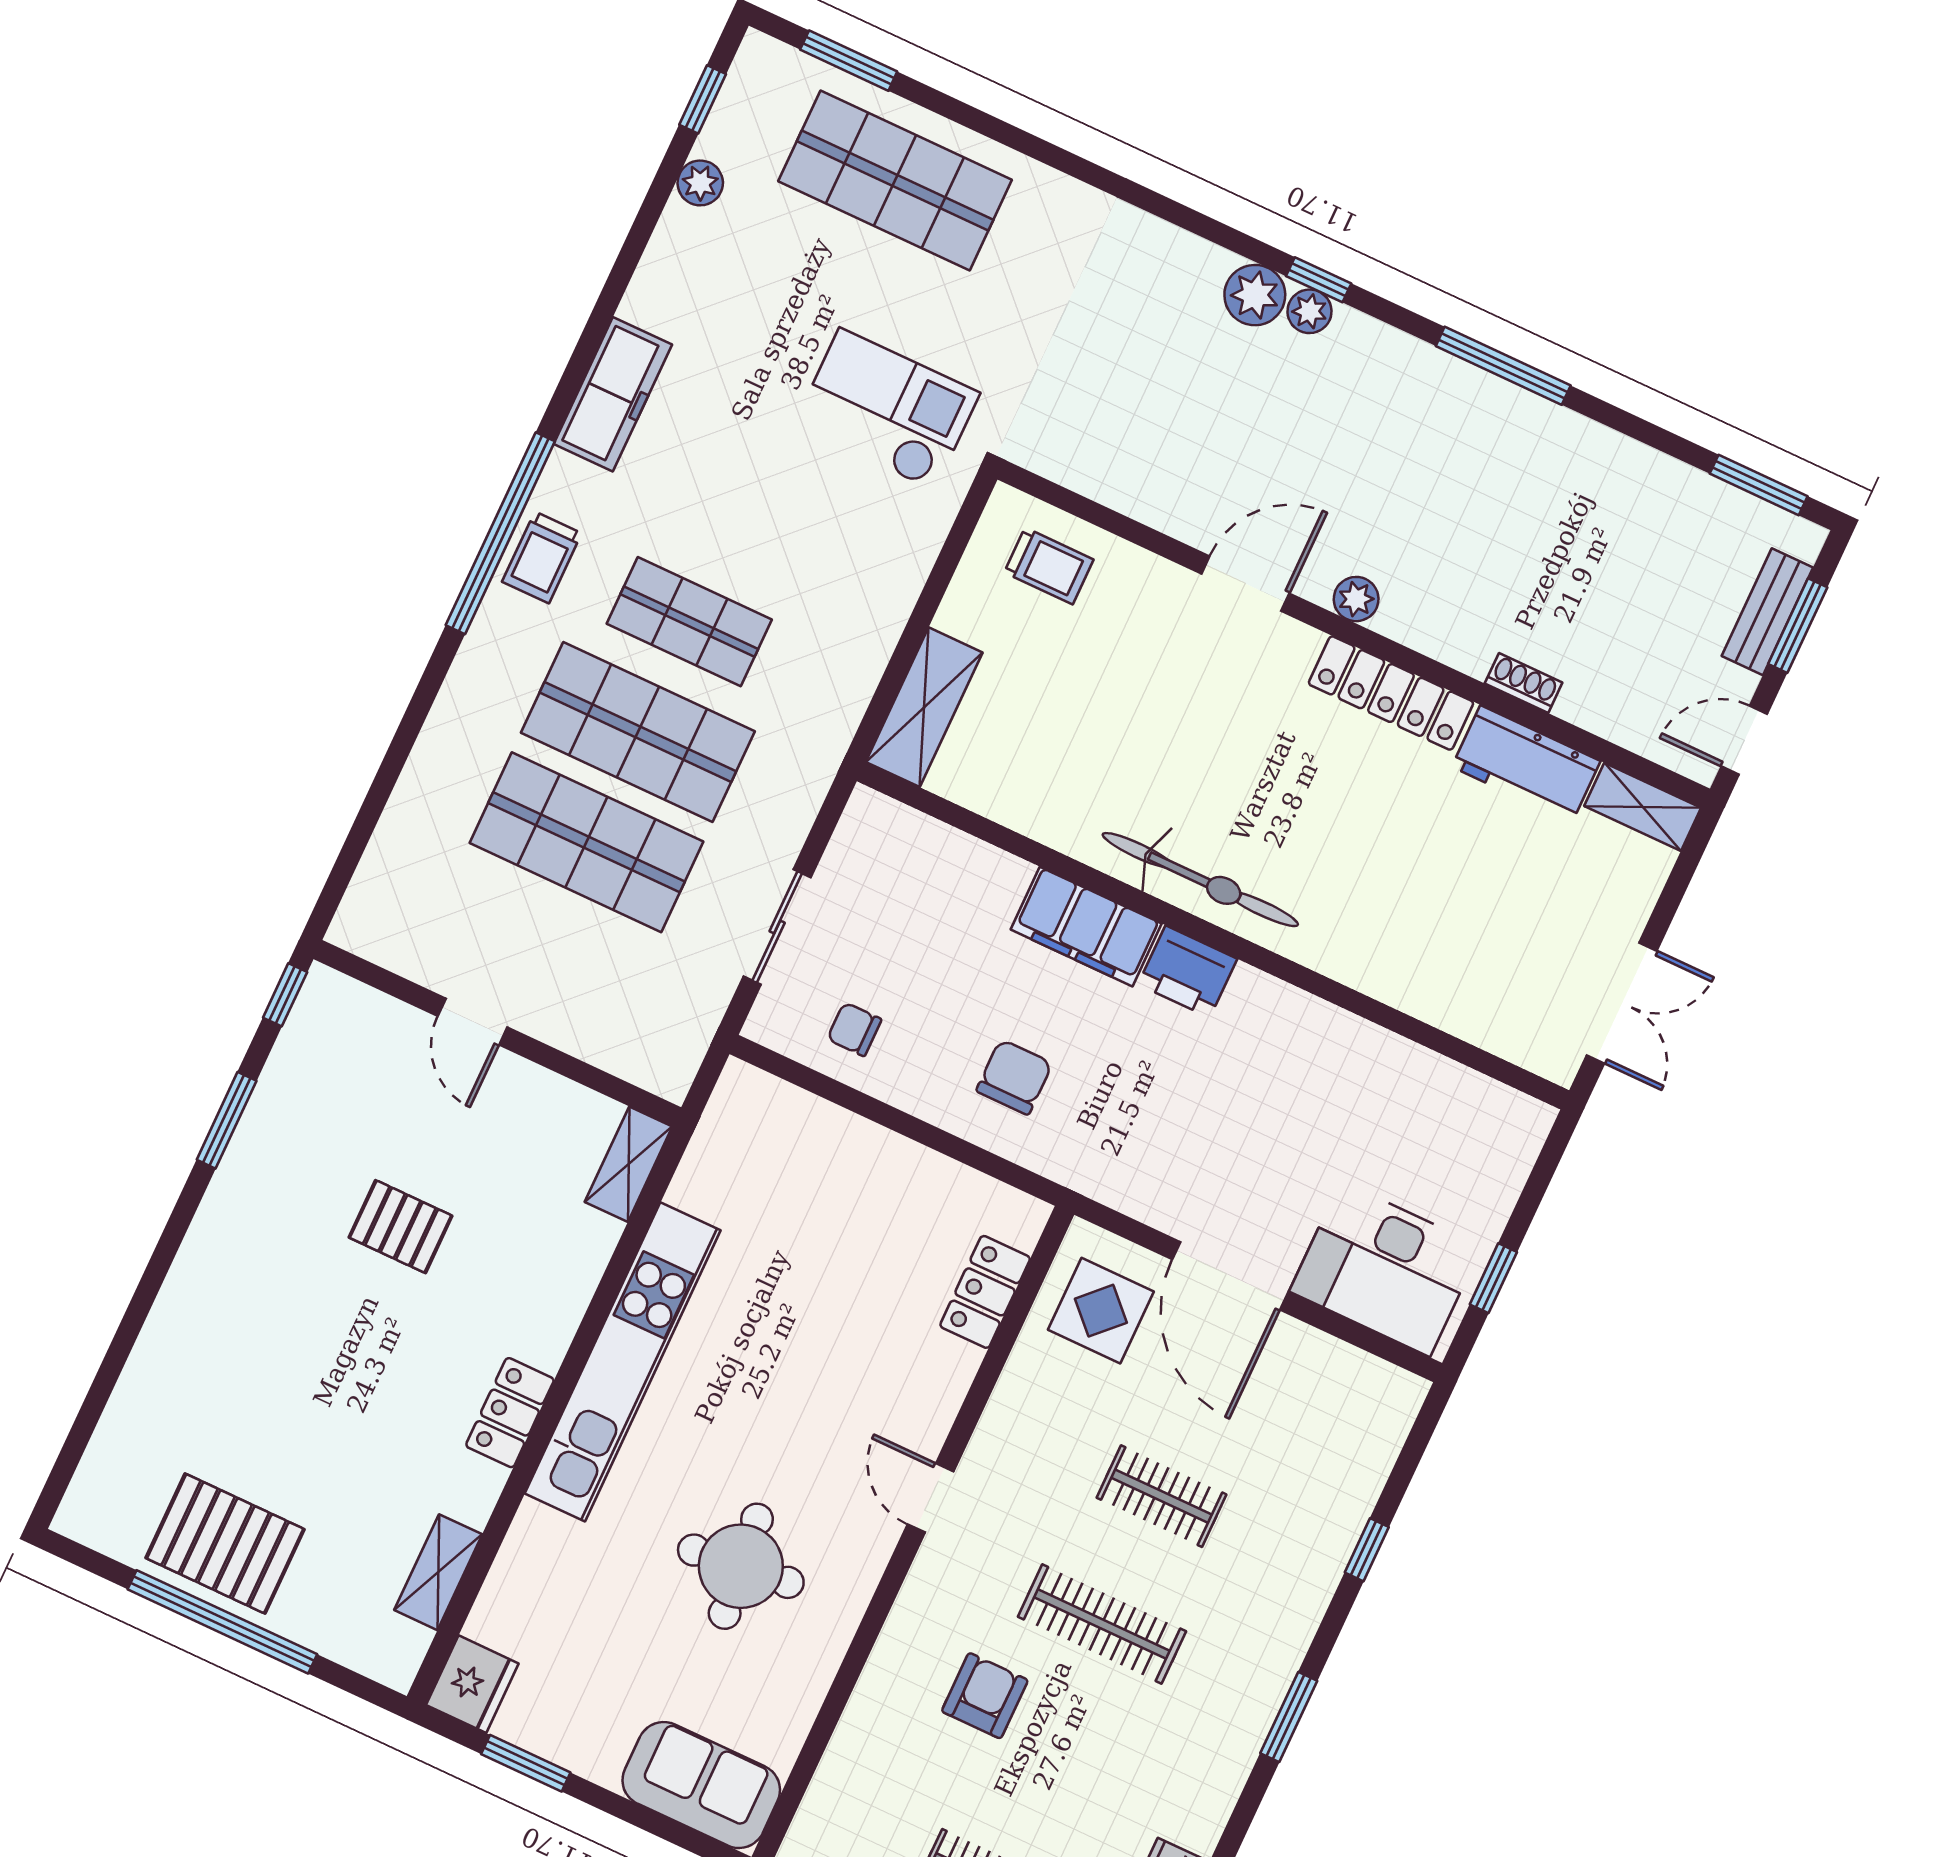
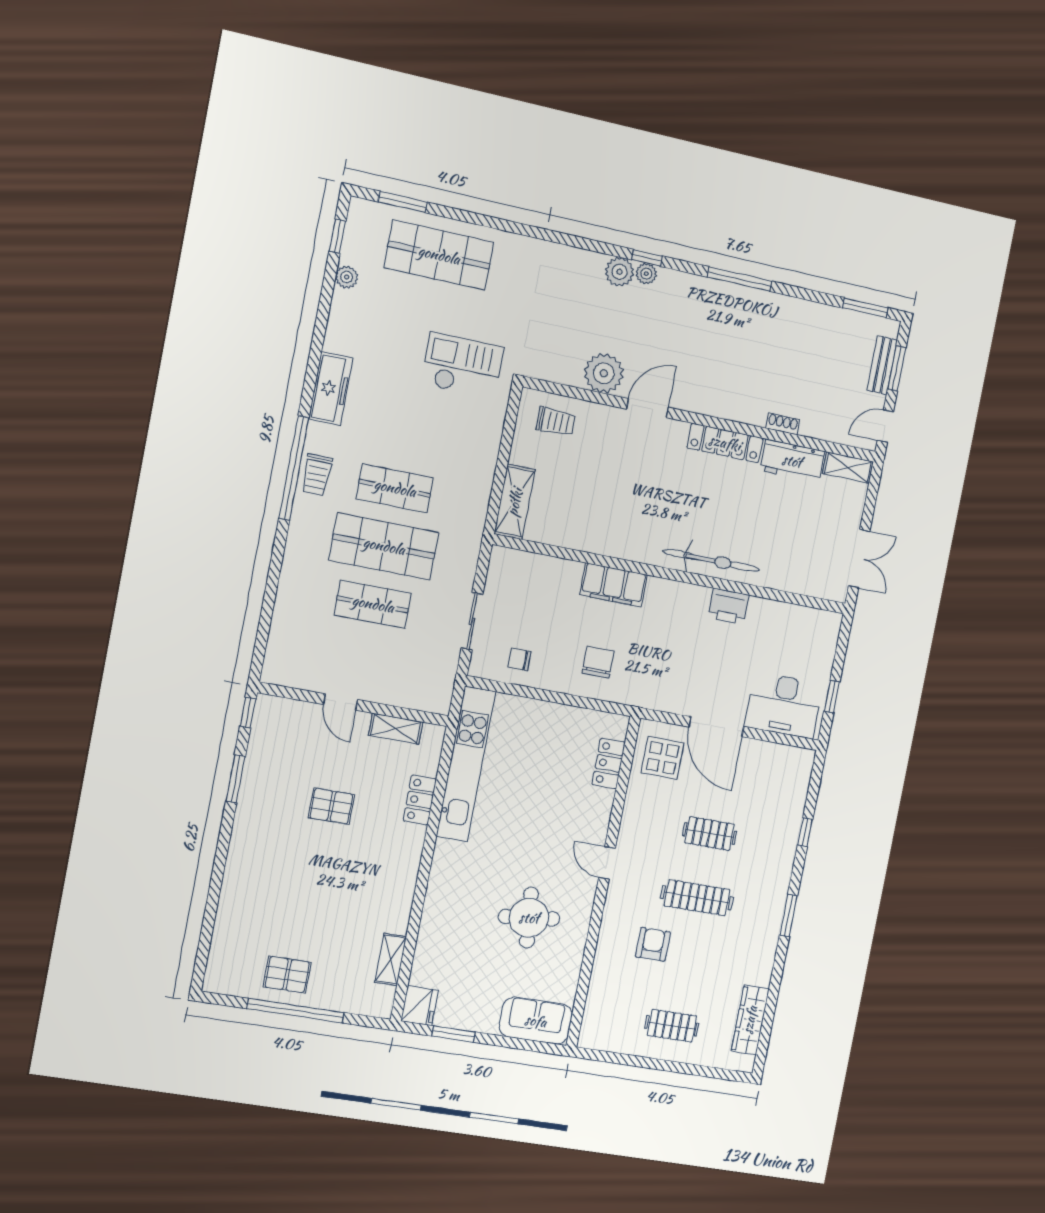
plant: (1356, 599) -> (604, 373), moved, width x1.87, depth x1.87
shop shelf: (586, 842) -> (373, 604), width x0.70, depth x0.74
bicycle: (1200, 880) -> (711, 560), moved
printer: (1188, 972) -> (729, 606), moved
shelving: (629, 1164) -> (396, 729), moved, turned 90
kitchen unit: (623, 1362) -> (466, 764), moved
locker: (510, 1413) -> (420, 800), moved
pallet: (225, 1544) -> (287, 975), width x0.67, depth x0.71

